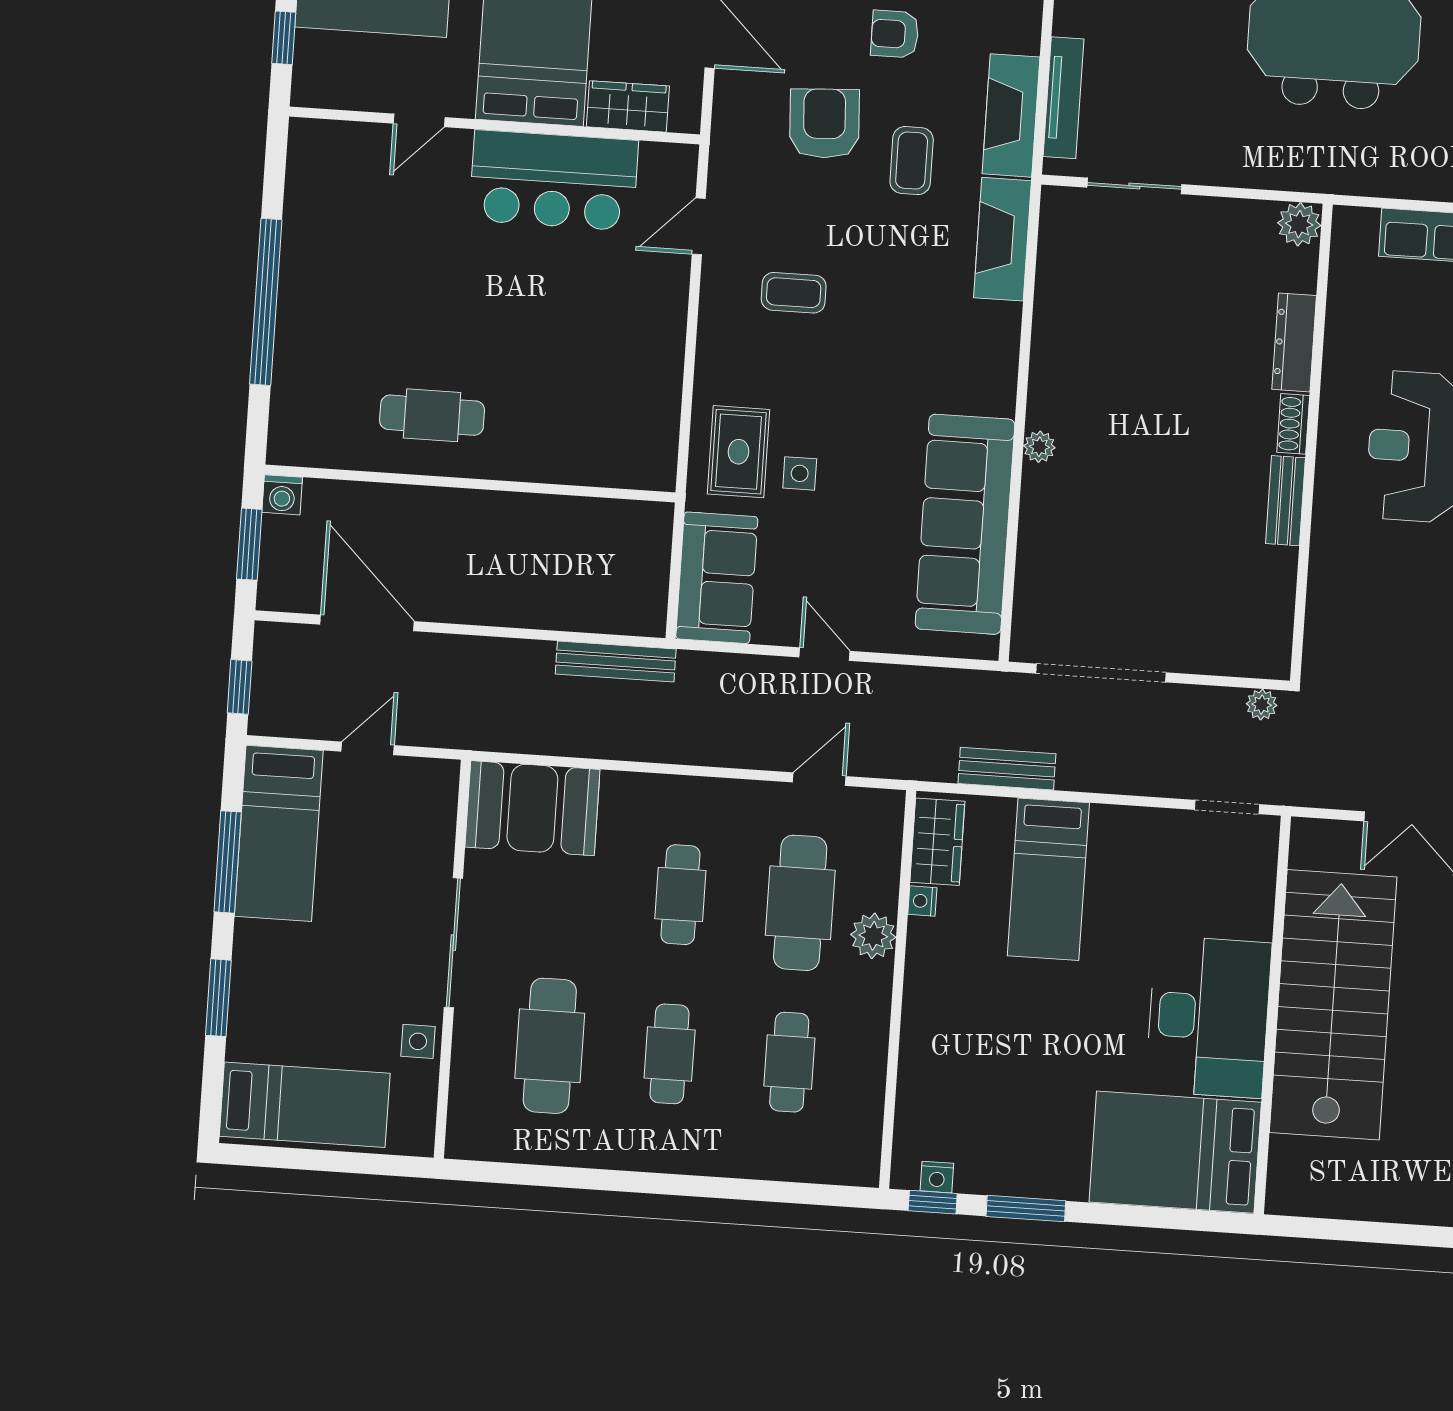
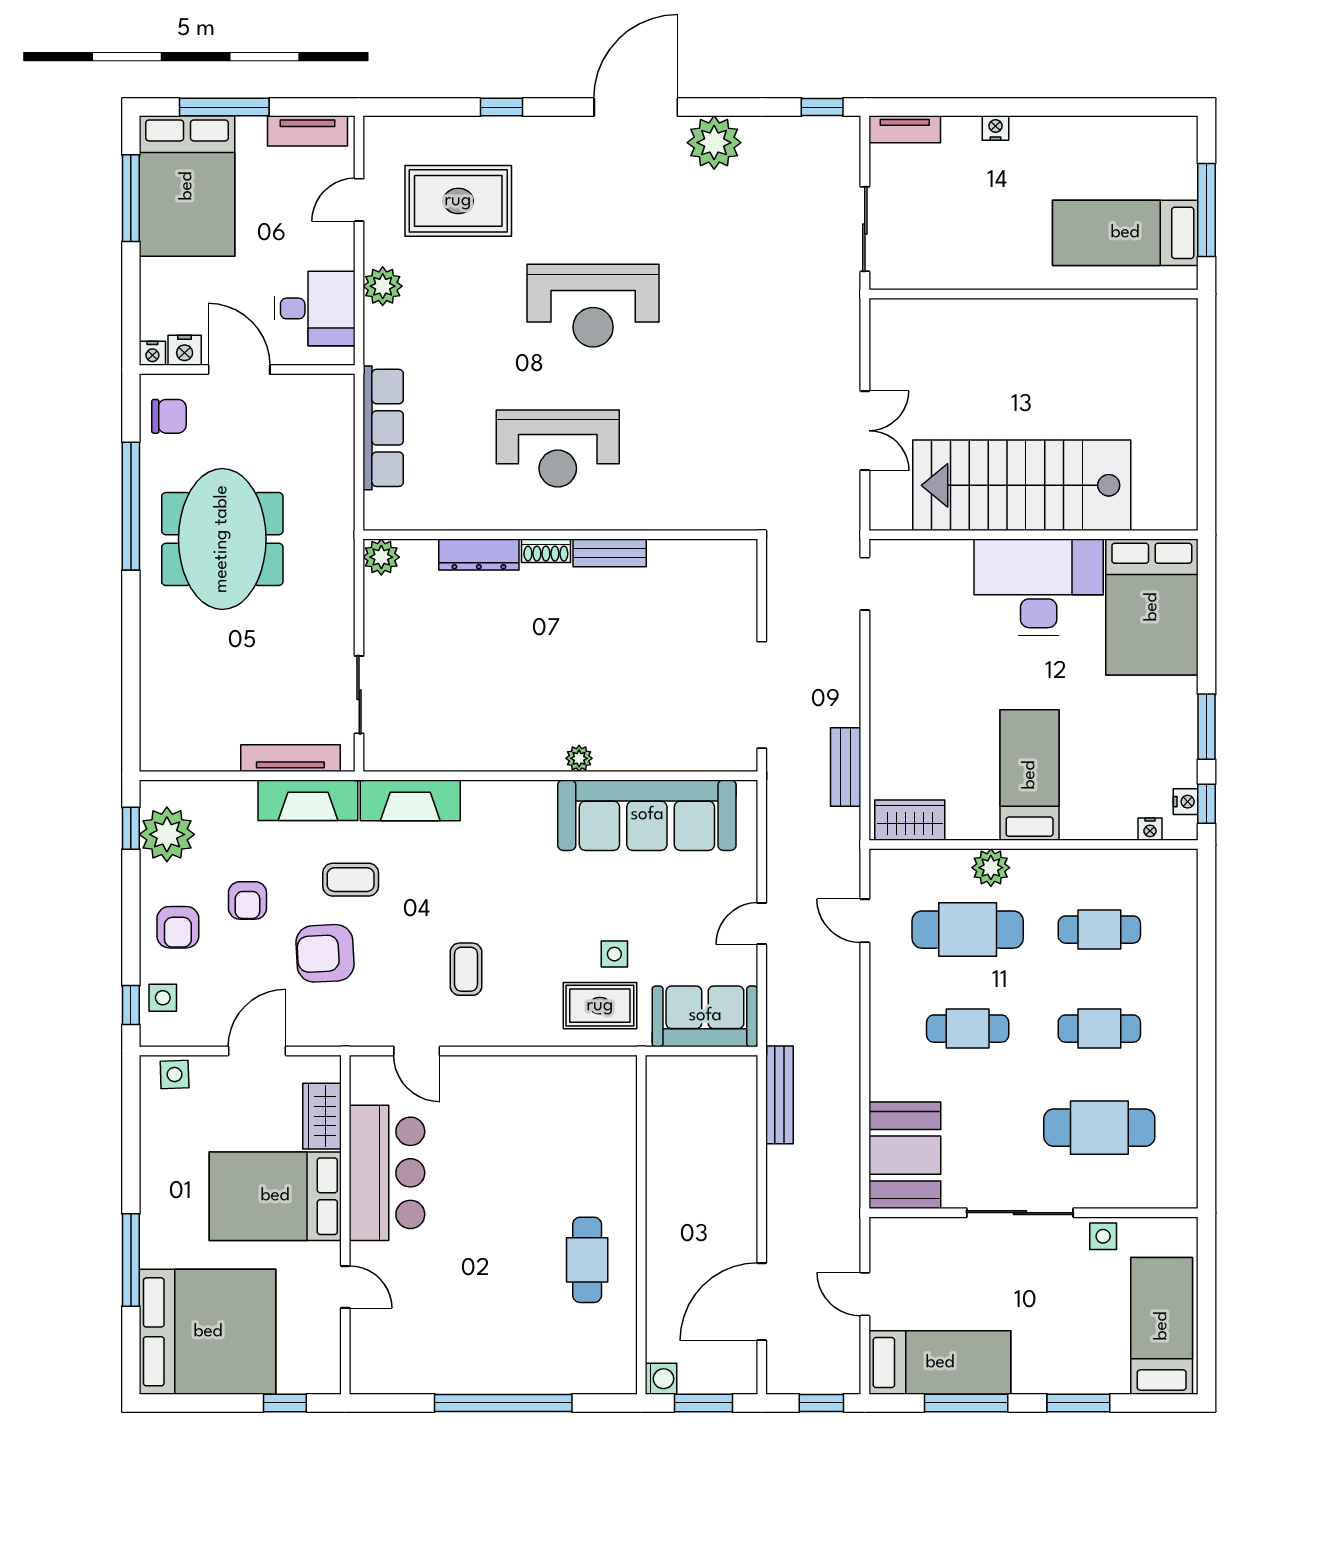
plant: (1262, 705) -> (779, 561), removed
bed: (1048, 879) -> (1030, 775), moved, turned -90
nightstand: (922, 901) -> (1150, 829), moved

